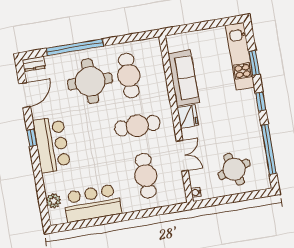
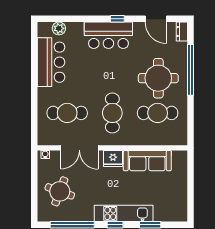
kitchen unit: (240, 56) -> (124, 213), moved
double door: (182, 156) -> (79, 148), width x1.37
round table: (234, 169) -> (60, 191), turned 37

